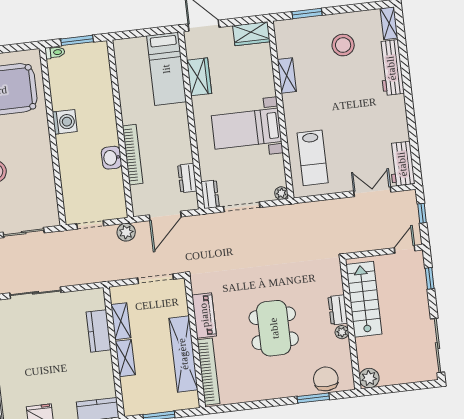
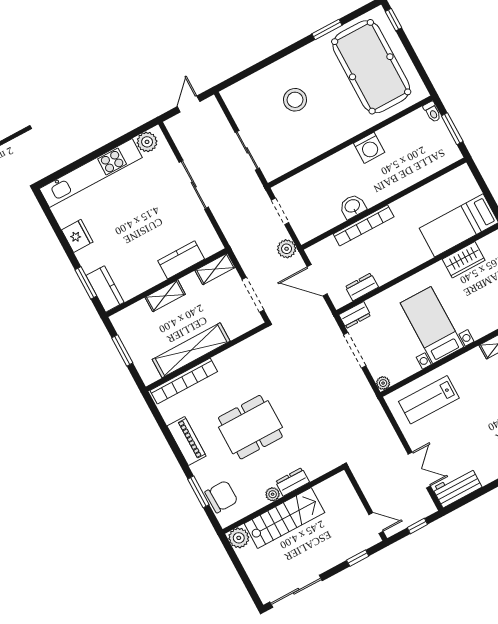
stairs: (364, 299) -> (284, 518), moved
piano: (204, 315) -> (187, 441), moved, turned -90
shelving: (121, 321) -> (215, 269), moved

